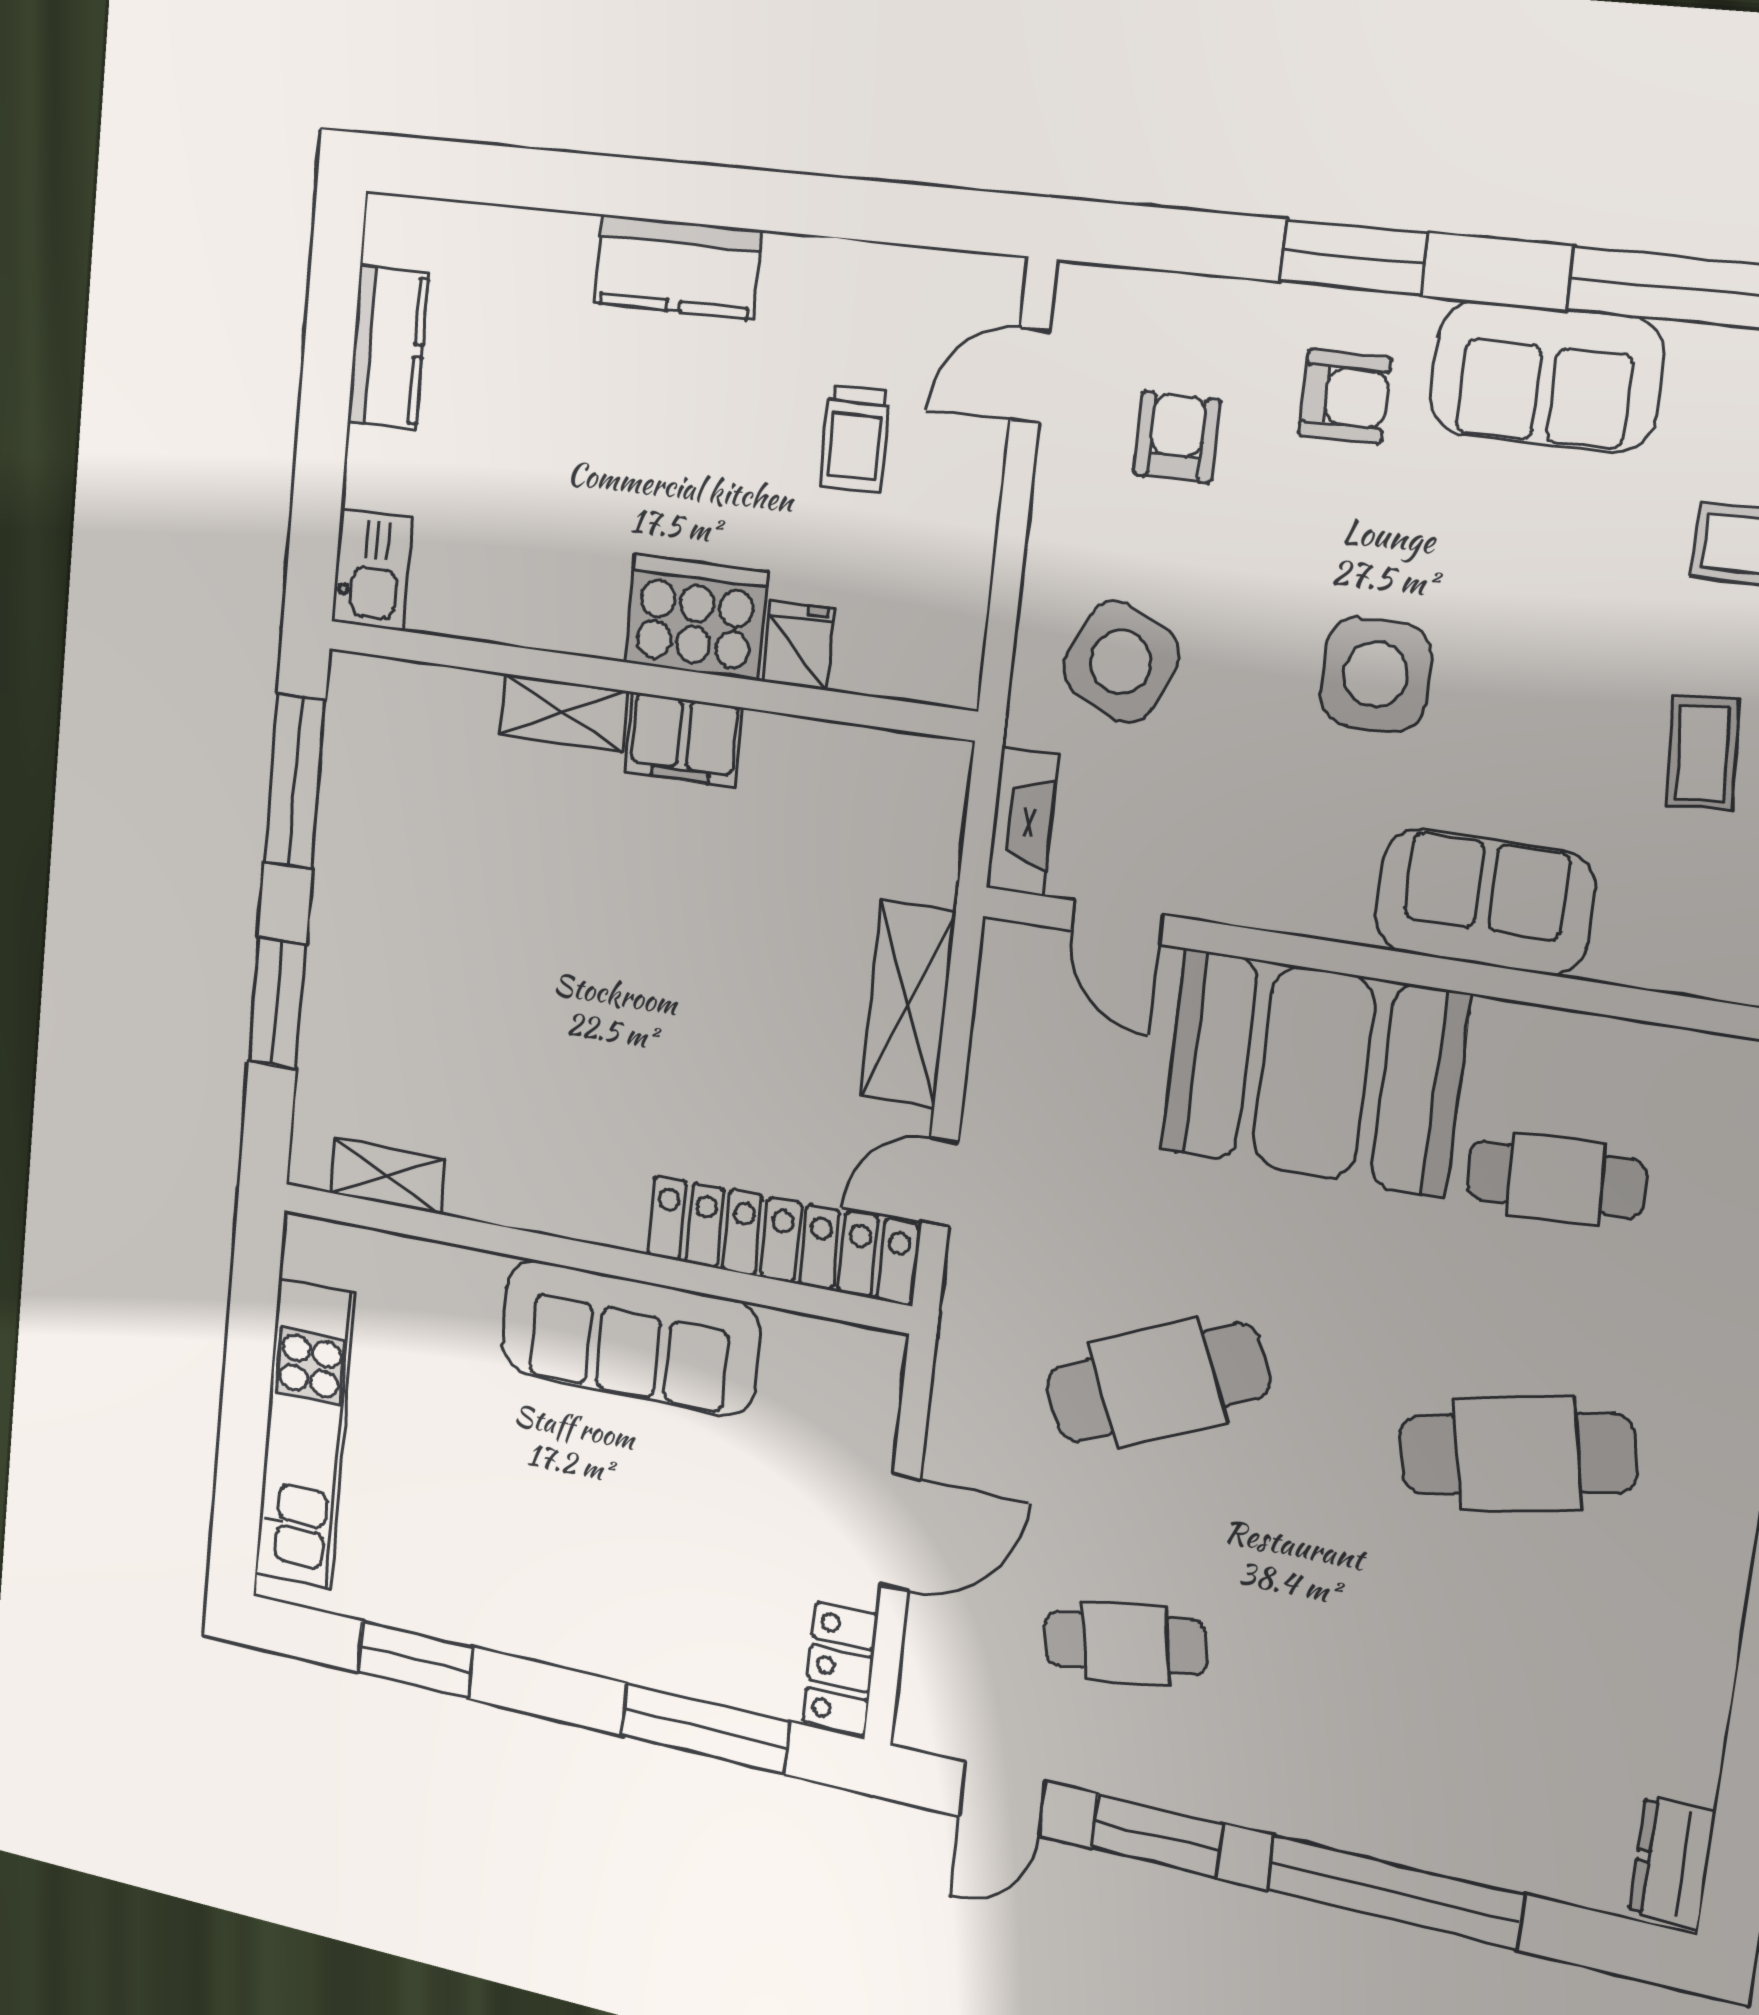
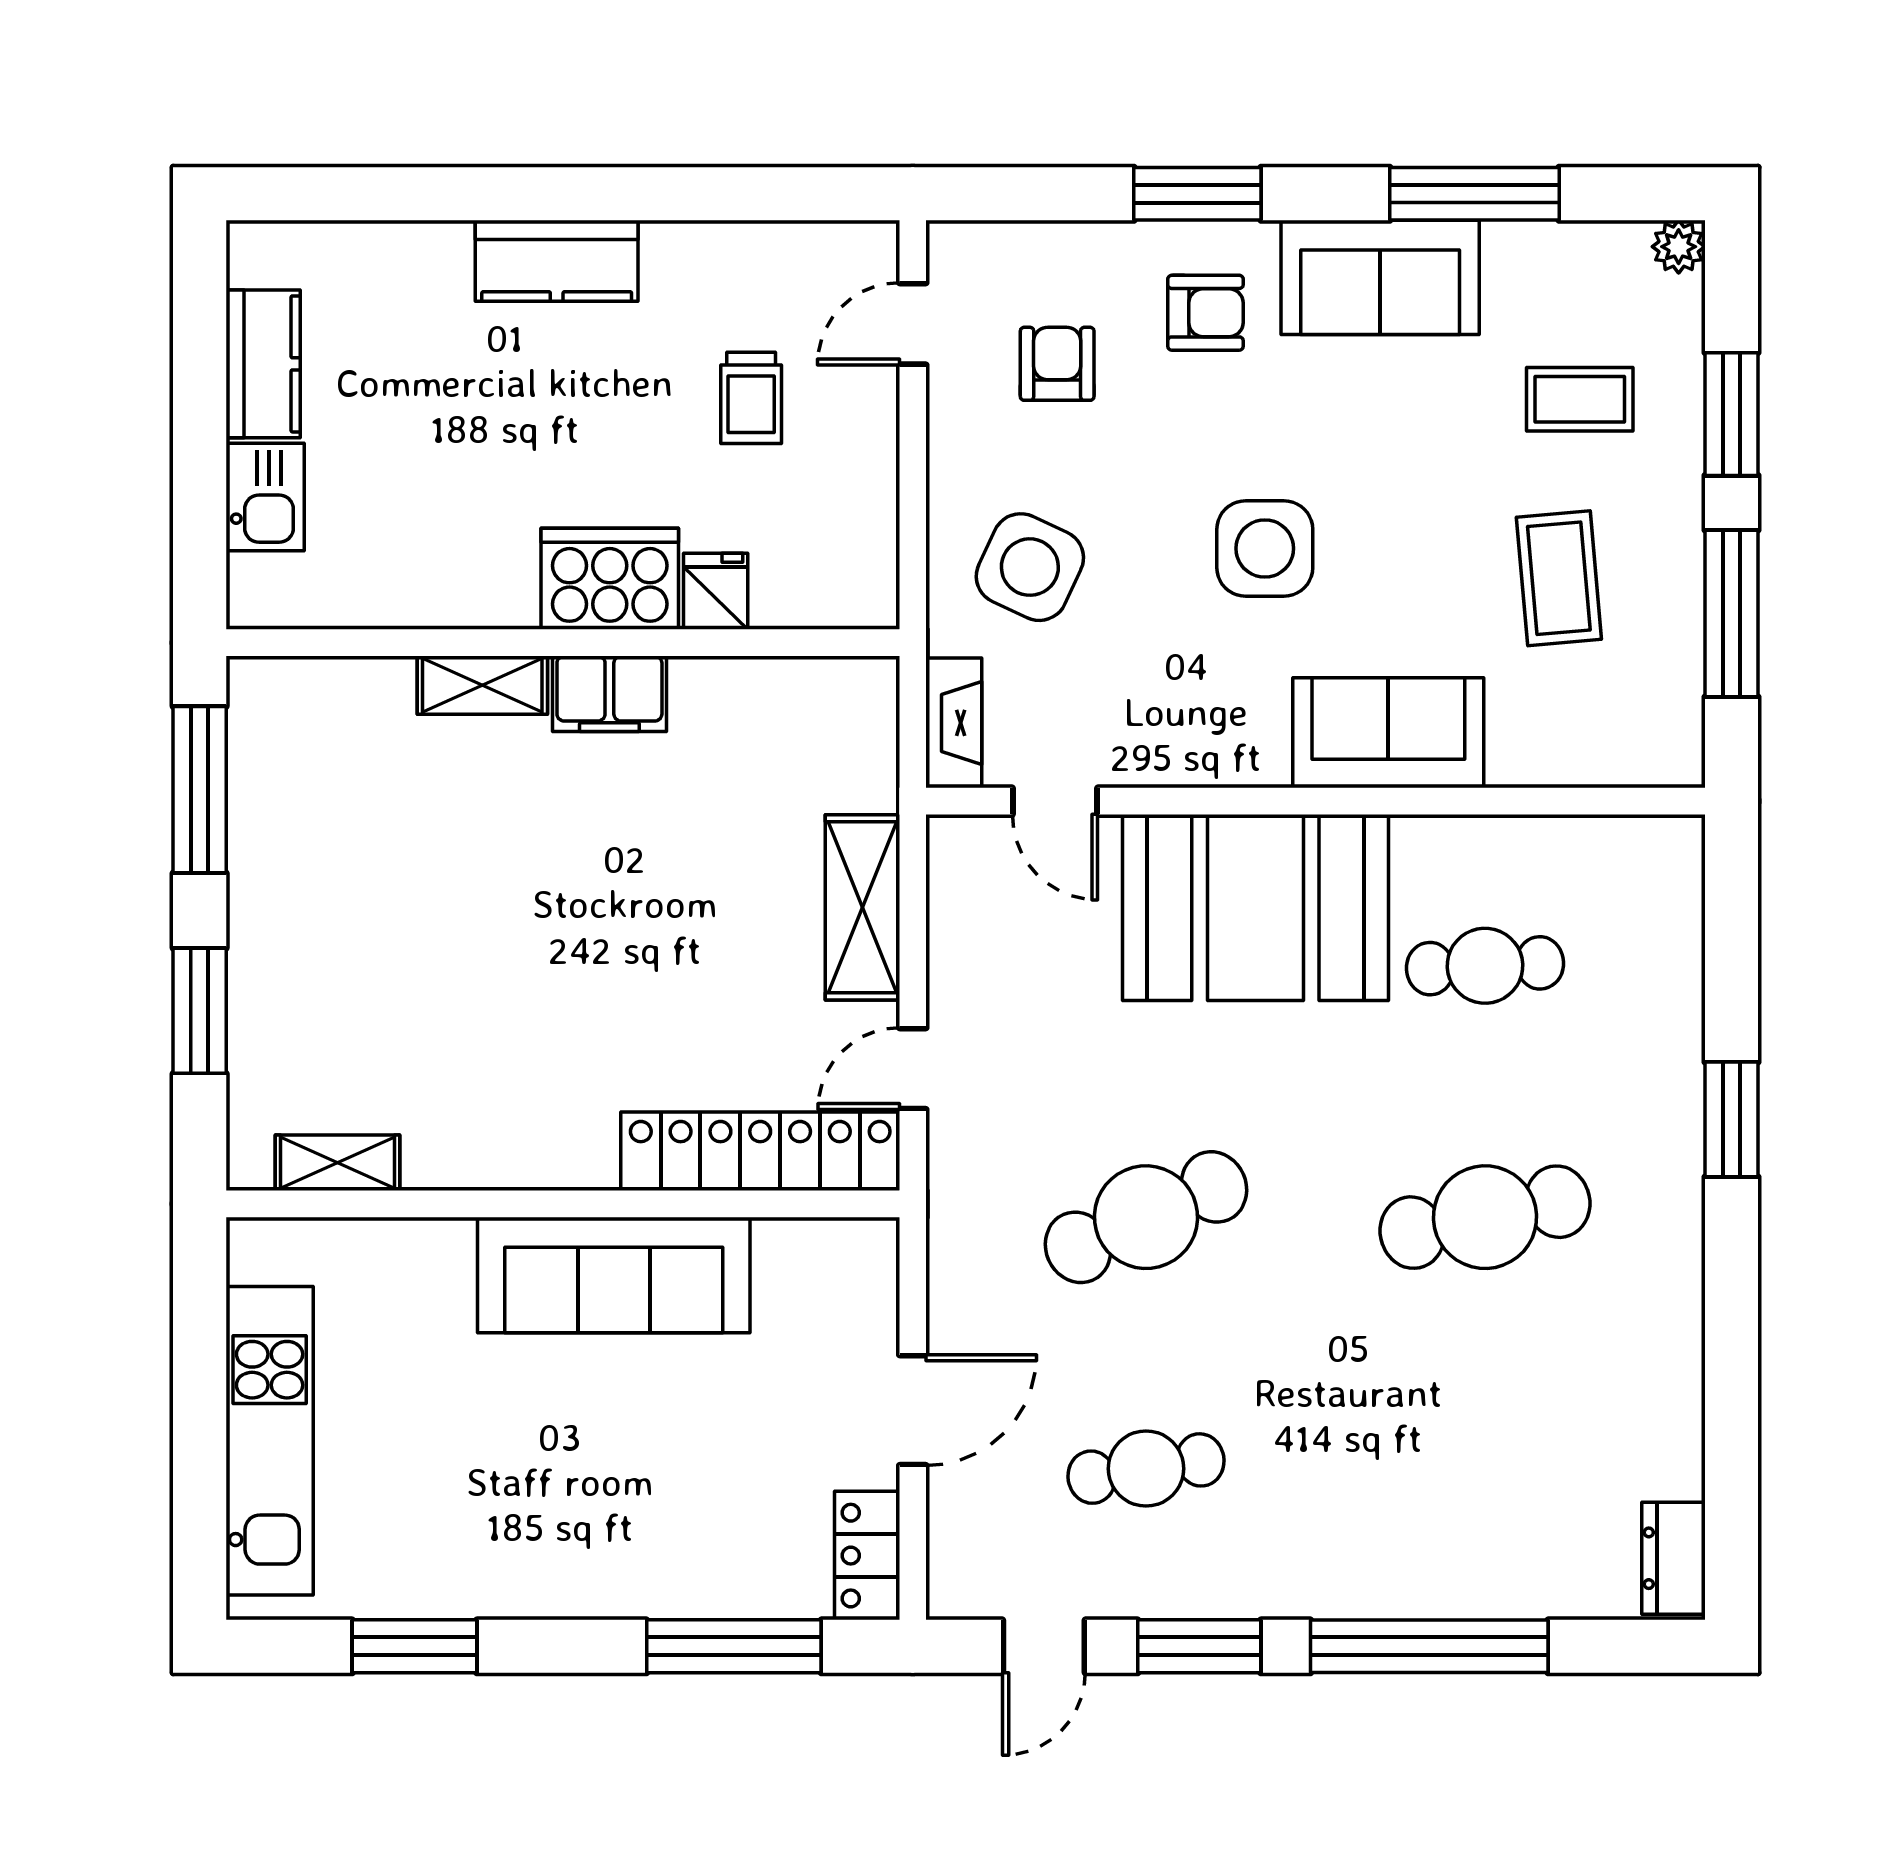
kitchen sink: (372, 570) -> (265, 497), moved
coffee table: (1703, 753) -> (1559, 578), width x1.36, depth x1.30

